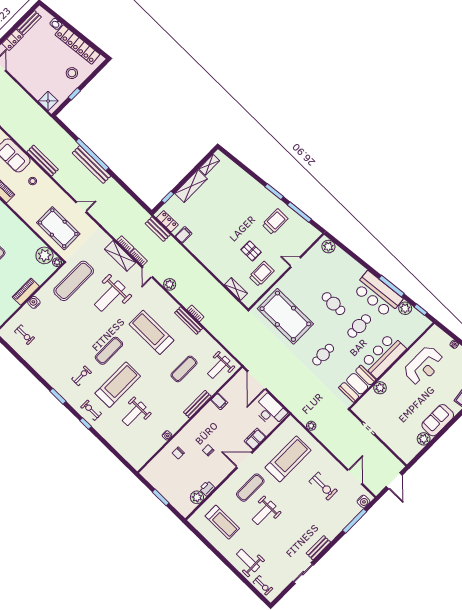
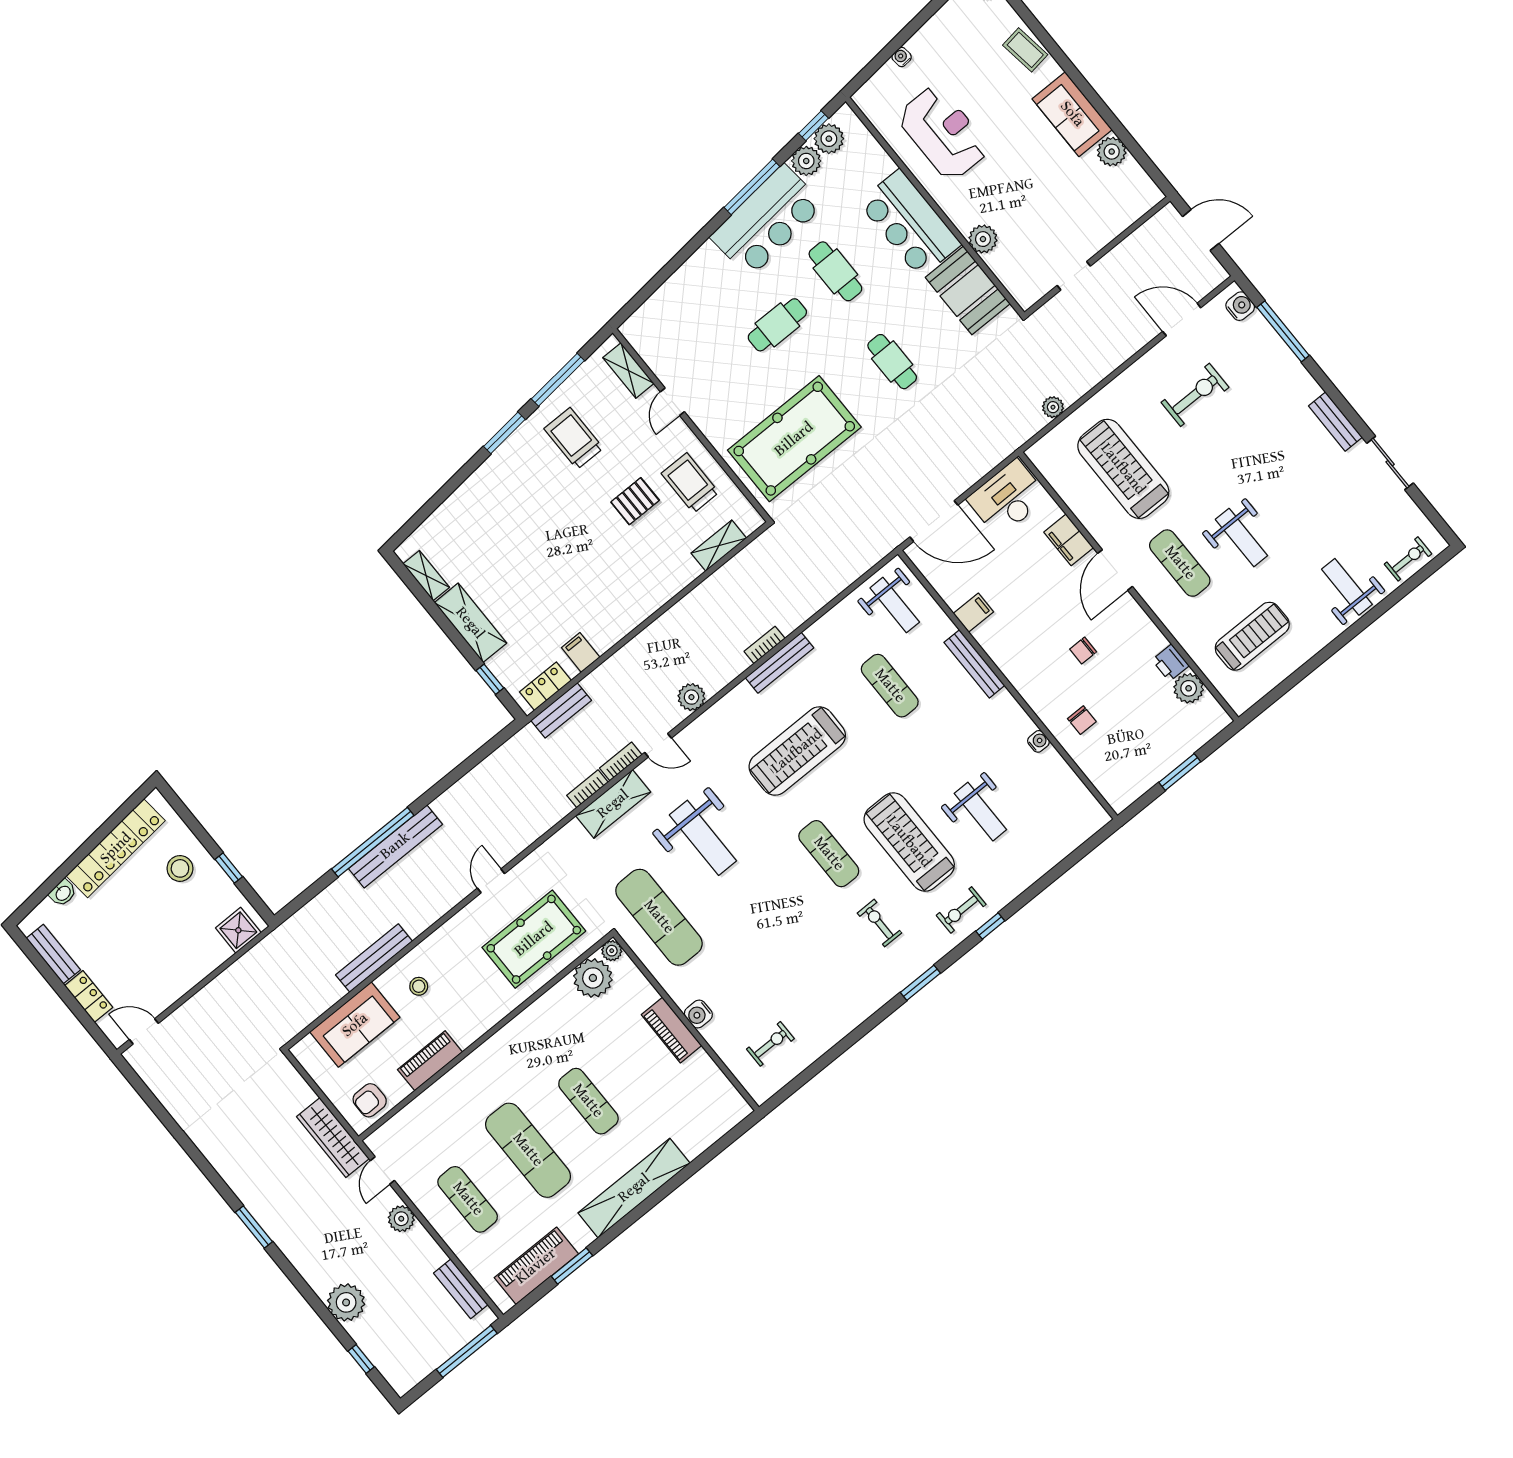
shelving: (307, 242) -> (628, 371), added
plant: (328, 247) -> (829, 139), moved
weight bench: (248, 560) -> (1347, 587), turned 90

